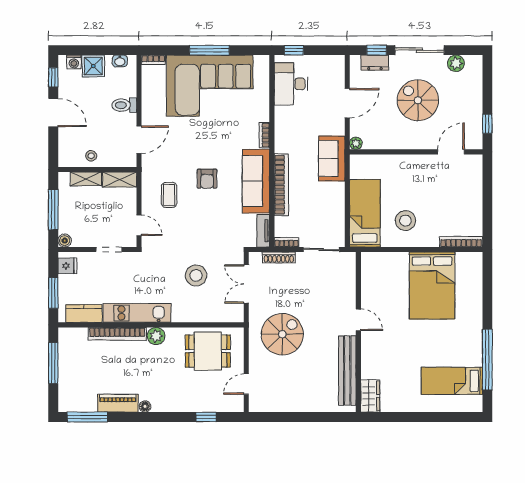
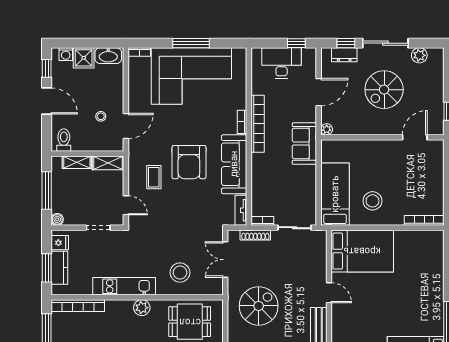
window: (294, 50) -> (296, 43), moved
washbasin: (120, 61) -> (108, 56), width x1.91, depth x1.45
desk: (291, 84) -> (282, 63), moved, turned 90
spiral stairs: (418, 100) -> (384, 90), turned -90
toilet: (124, 105) -> (64, 140), moved, turned 90
stool: (91, 156) -> (101, 116), moved
armchair: (207, 179) -> (189, 162), width x1.88, depth x1.88
bookcase: (281, 185) -> (258, 124), moved
stool: (196, 275) -> (180, 273), moved
bed: (432, 286) -> (362, 251), moved, turned -90
kitchen counter: (84, 313) -> (59, 268), moved, turned 90
bookcase: (117, 334) -> (78, 306), moved

